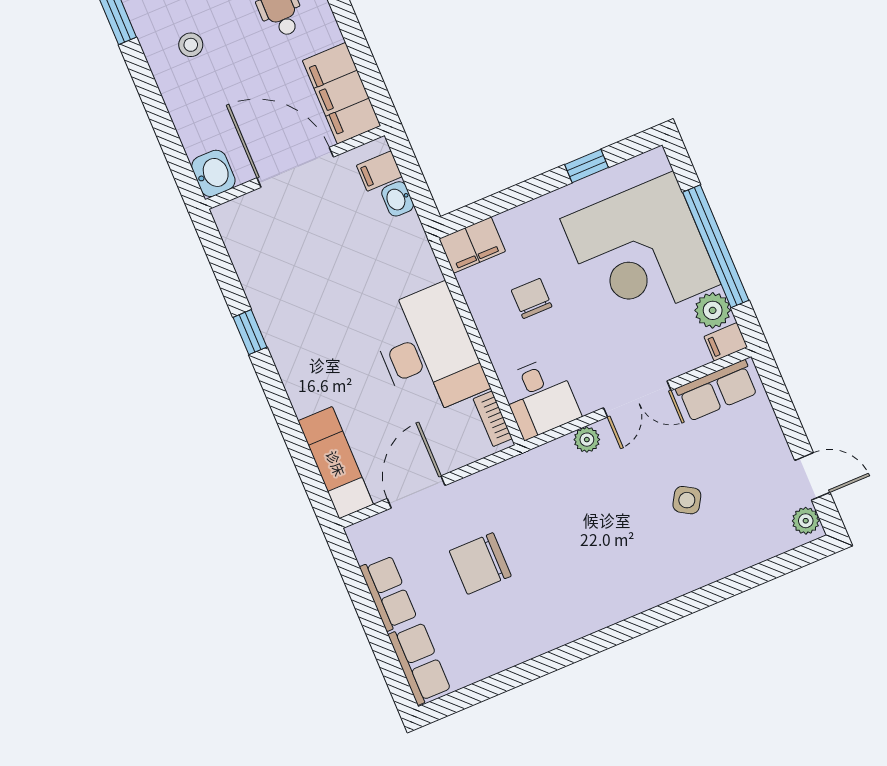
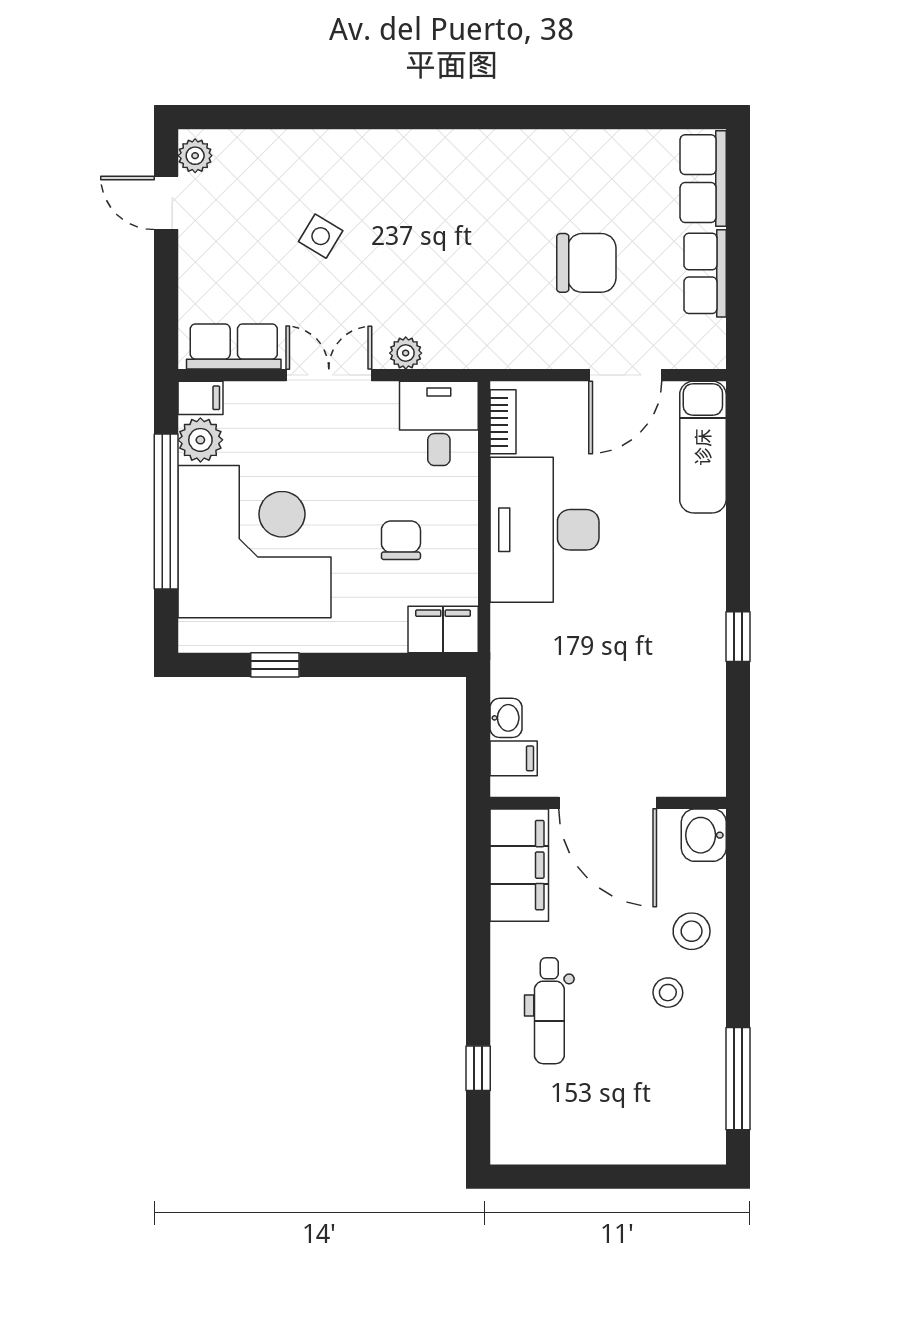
stool: (192, 98) -> (692, 931), added
chair: (532, 298) -> (401, 540), turned 180

